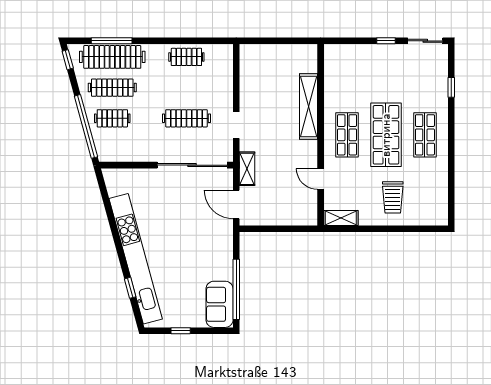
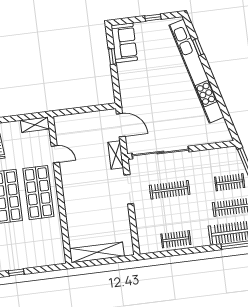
shelving: (309, 106) -> (97, 252), moved, turned 90
doorway: (236, 125) -> (129, 189), width x1.38
shop shelf: (347, 135) -> (38, 193), width x1.43, depth x1.36
window: (236, 289) -> (112, 57), width x0.32

